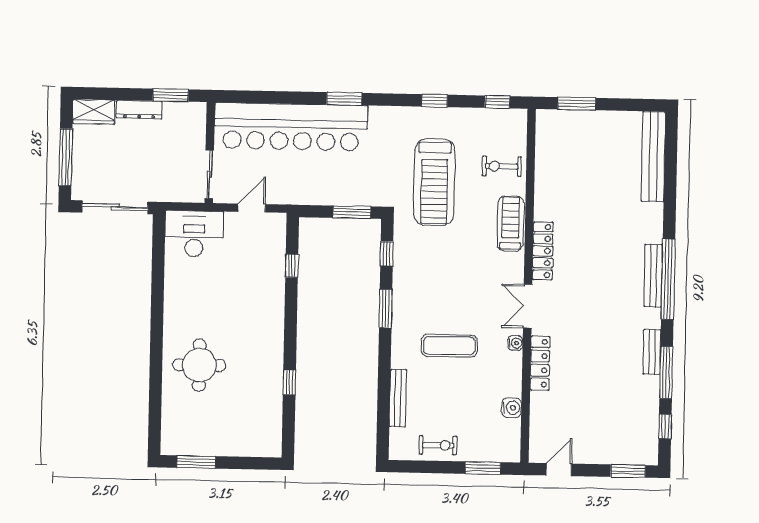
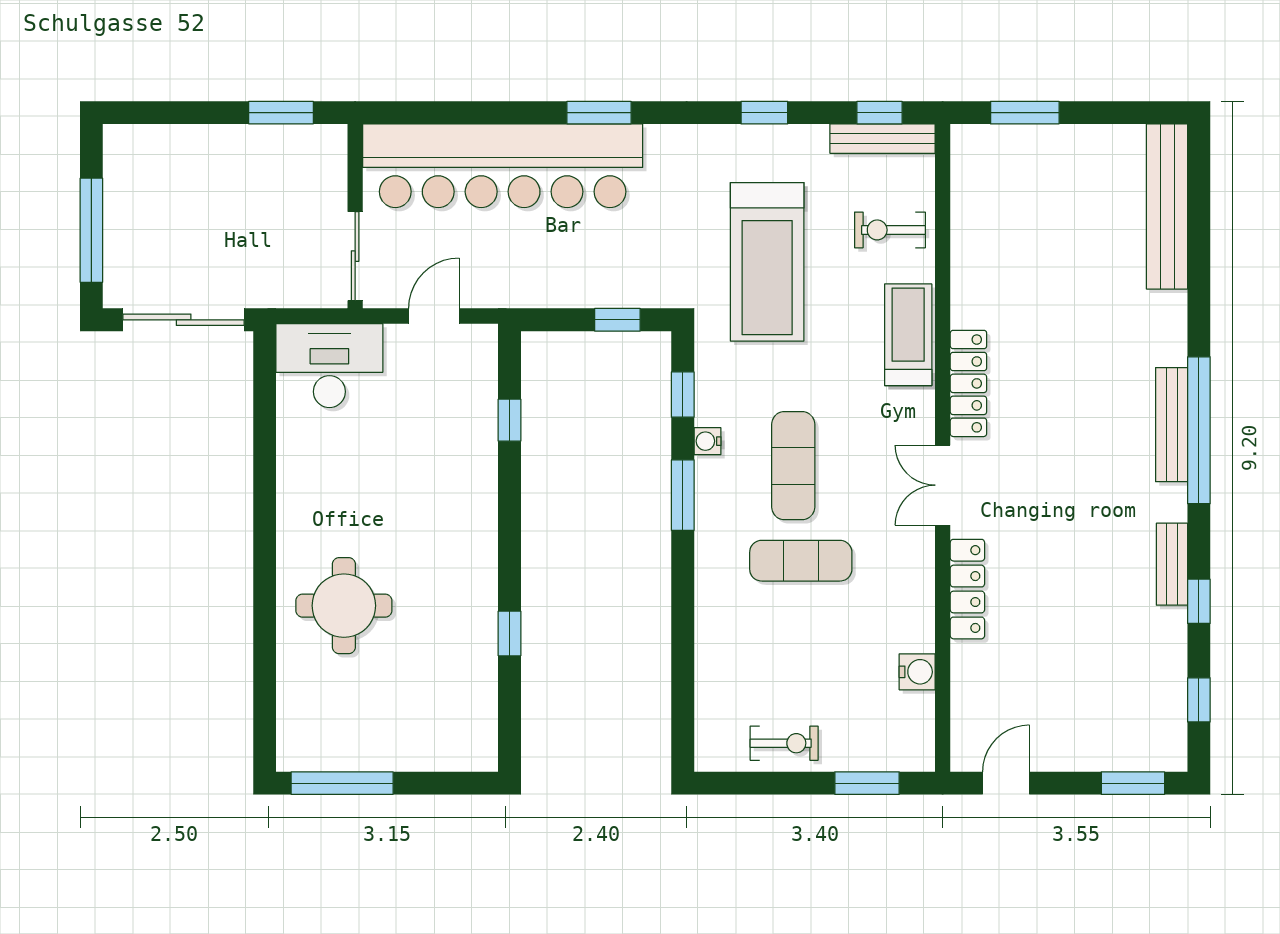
dresser: (139, 110) -> (224, 140), removed
wardrobe: (94, 112) -> (141, 146), removed
window: (352, 212) -> (617, 320), width x0.67
exercise mat: (446, 294) -> (793, 466), added
water cooler: (515, 343) -> (708, 441), moved, turned 180
window: (666, 373) -> (1199, 601), width x0.46
bench: (398, 398) -> (883, 139), moved, turned 90
window: (196, 462) -> (342, 783), width x1.44

